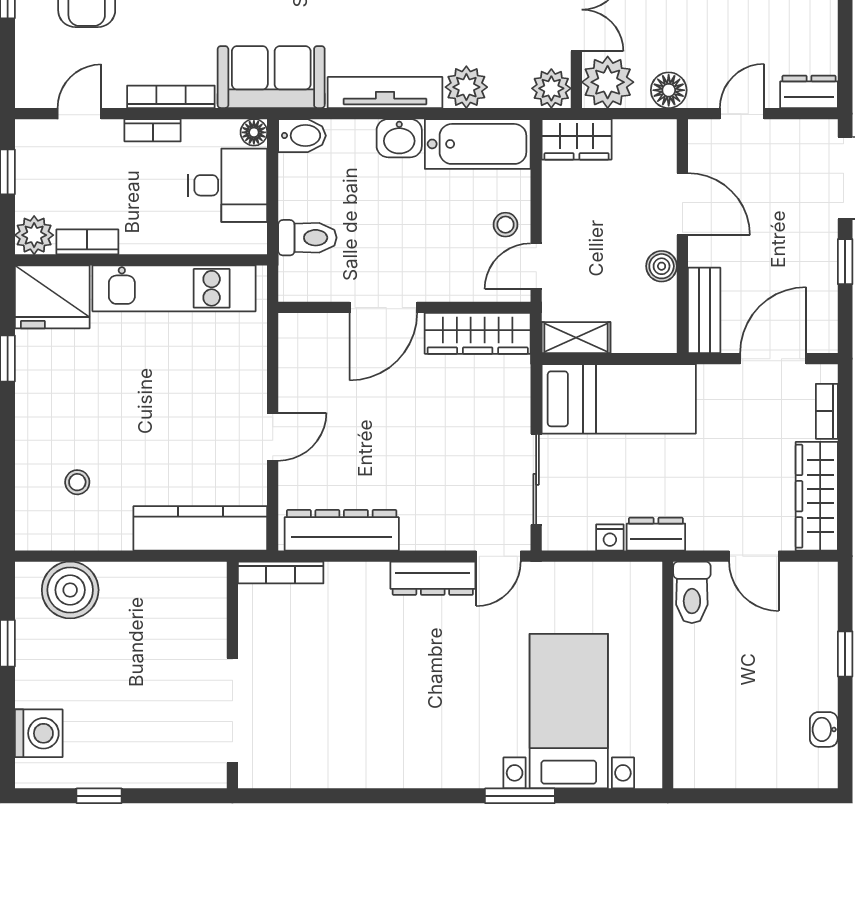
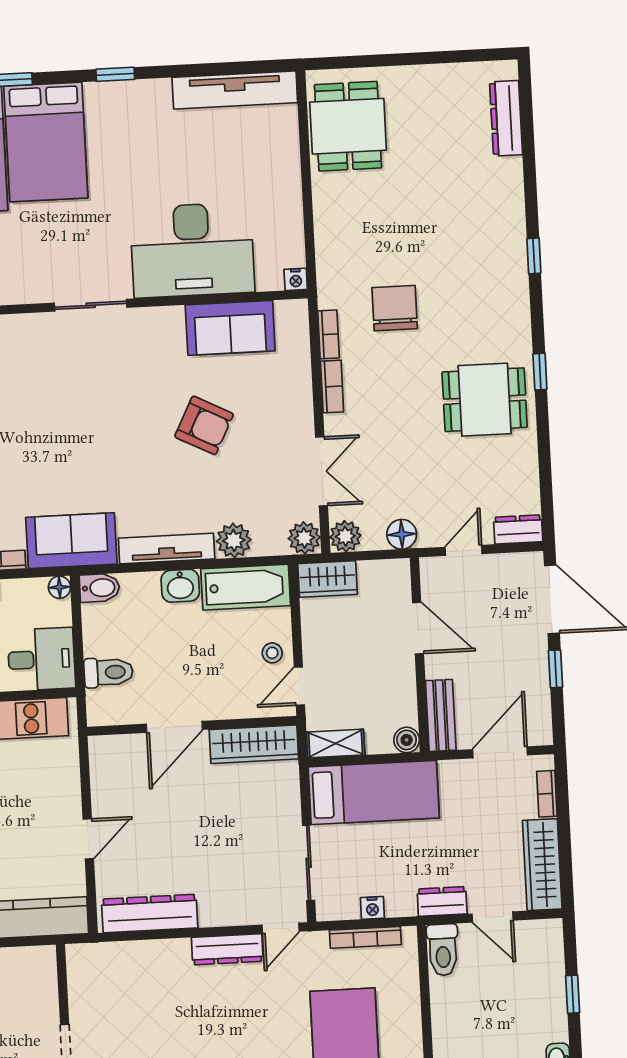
plant: (608, 82) -> (345, 536), width x0.73, depth x0.73
desk: (228, 185) -> (41, 659), moved
boiler: (662, 266) -> (407, 740), moved
dresser: (656, 534) -> (442, 901), moved
bookcase: (281, 573) -> (365, 937), moved

